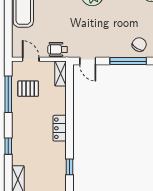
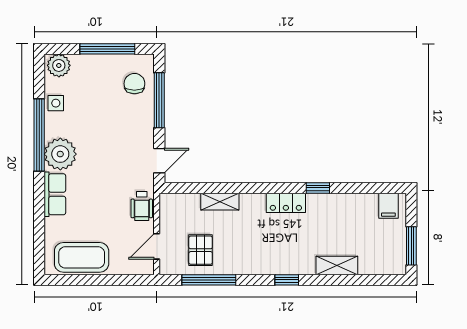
chair: (139, 45) -> (134, 84), turned 58
shelving: (61, 74) -> (220, 202), moved
locker: (60, 128) -> (286, 203), moved

